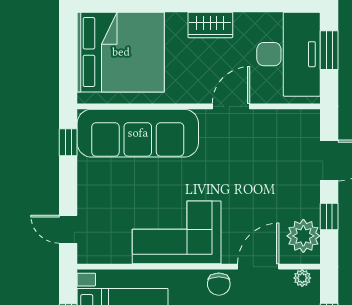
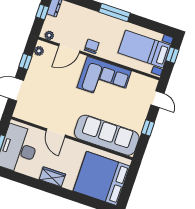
door: (231, 106) -> (56, 133), hinge flipped
window: (68, 142) -> (148, 128), moved
plant: (303, 236) -> (39, 51), width x0.53, depth x0.53

